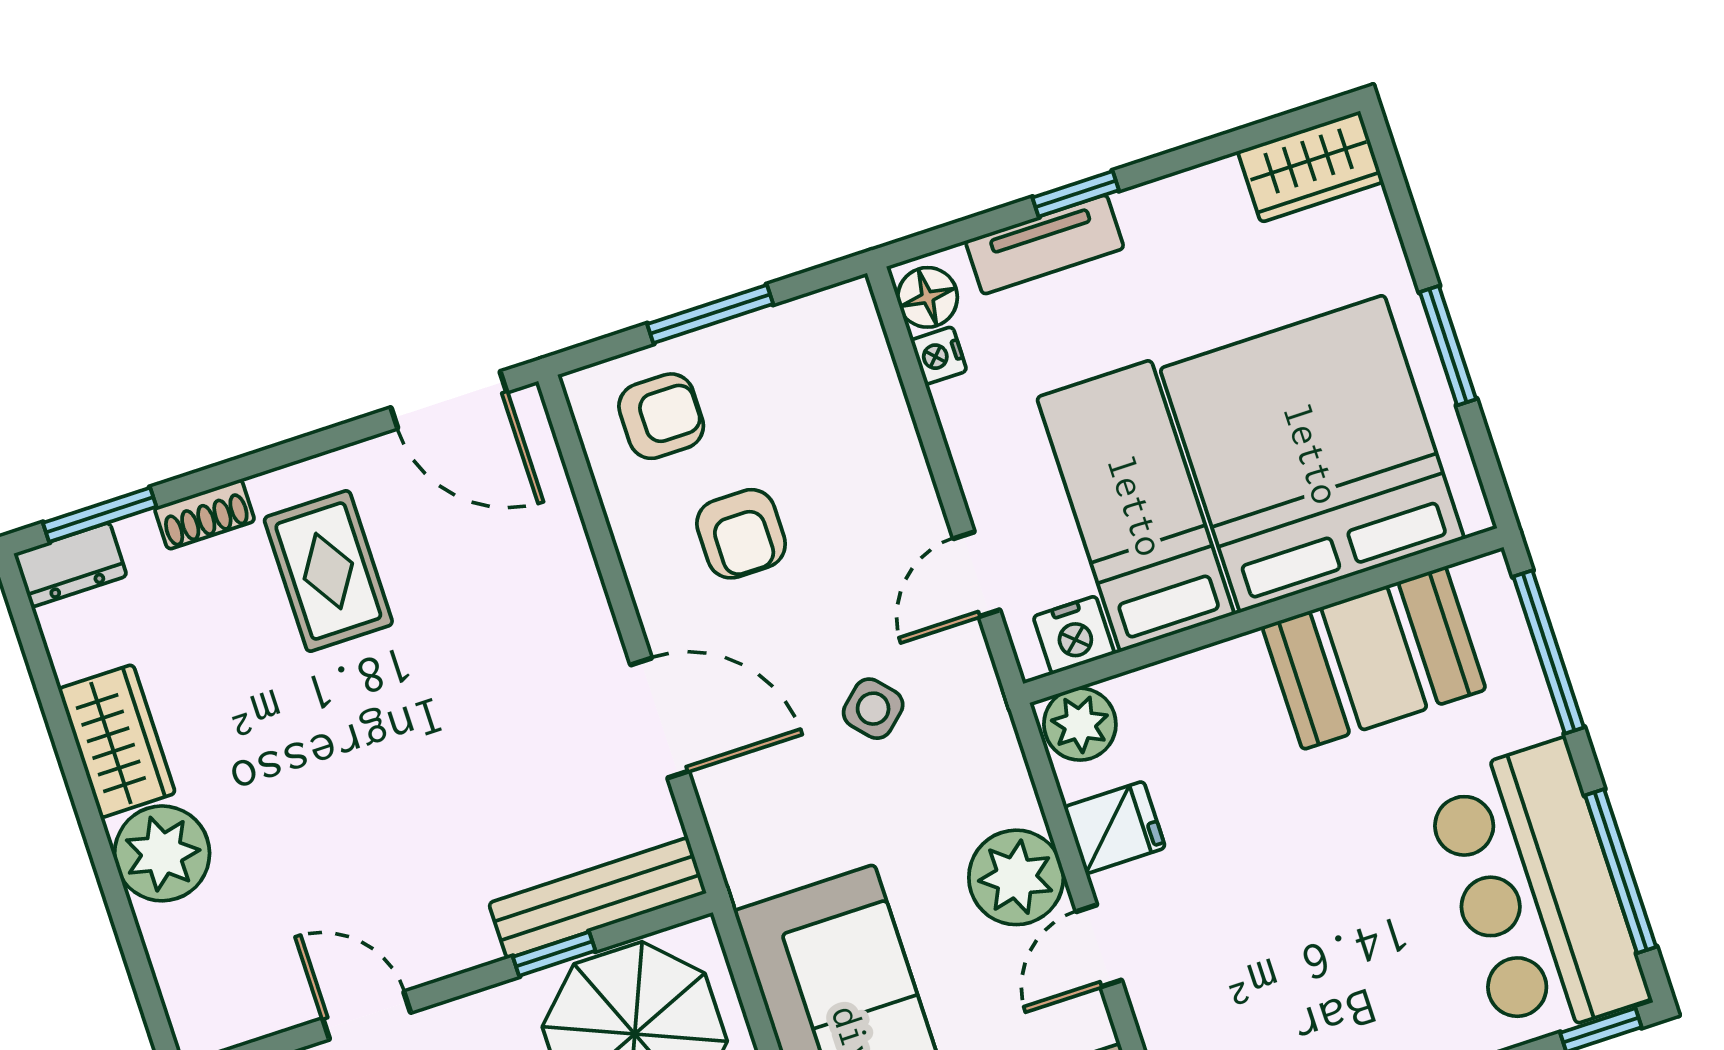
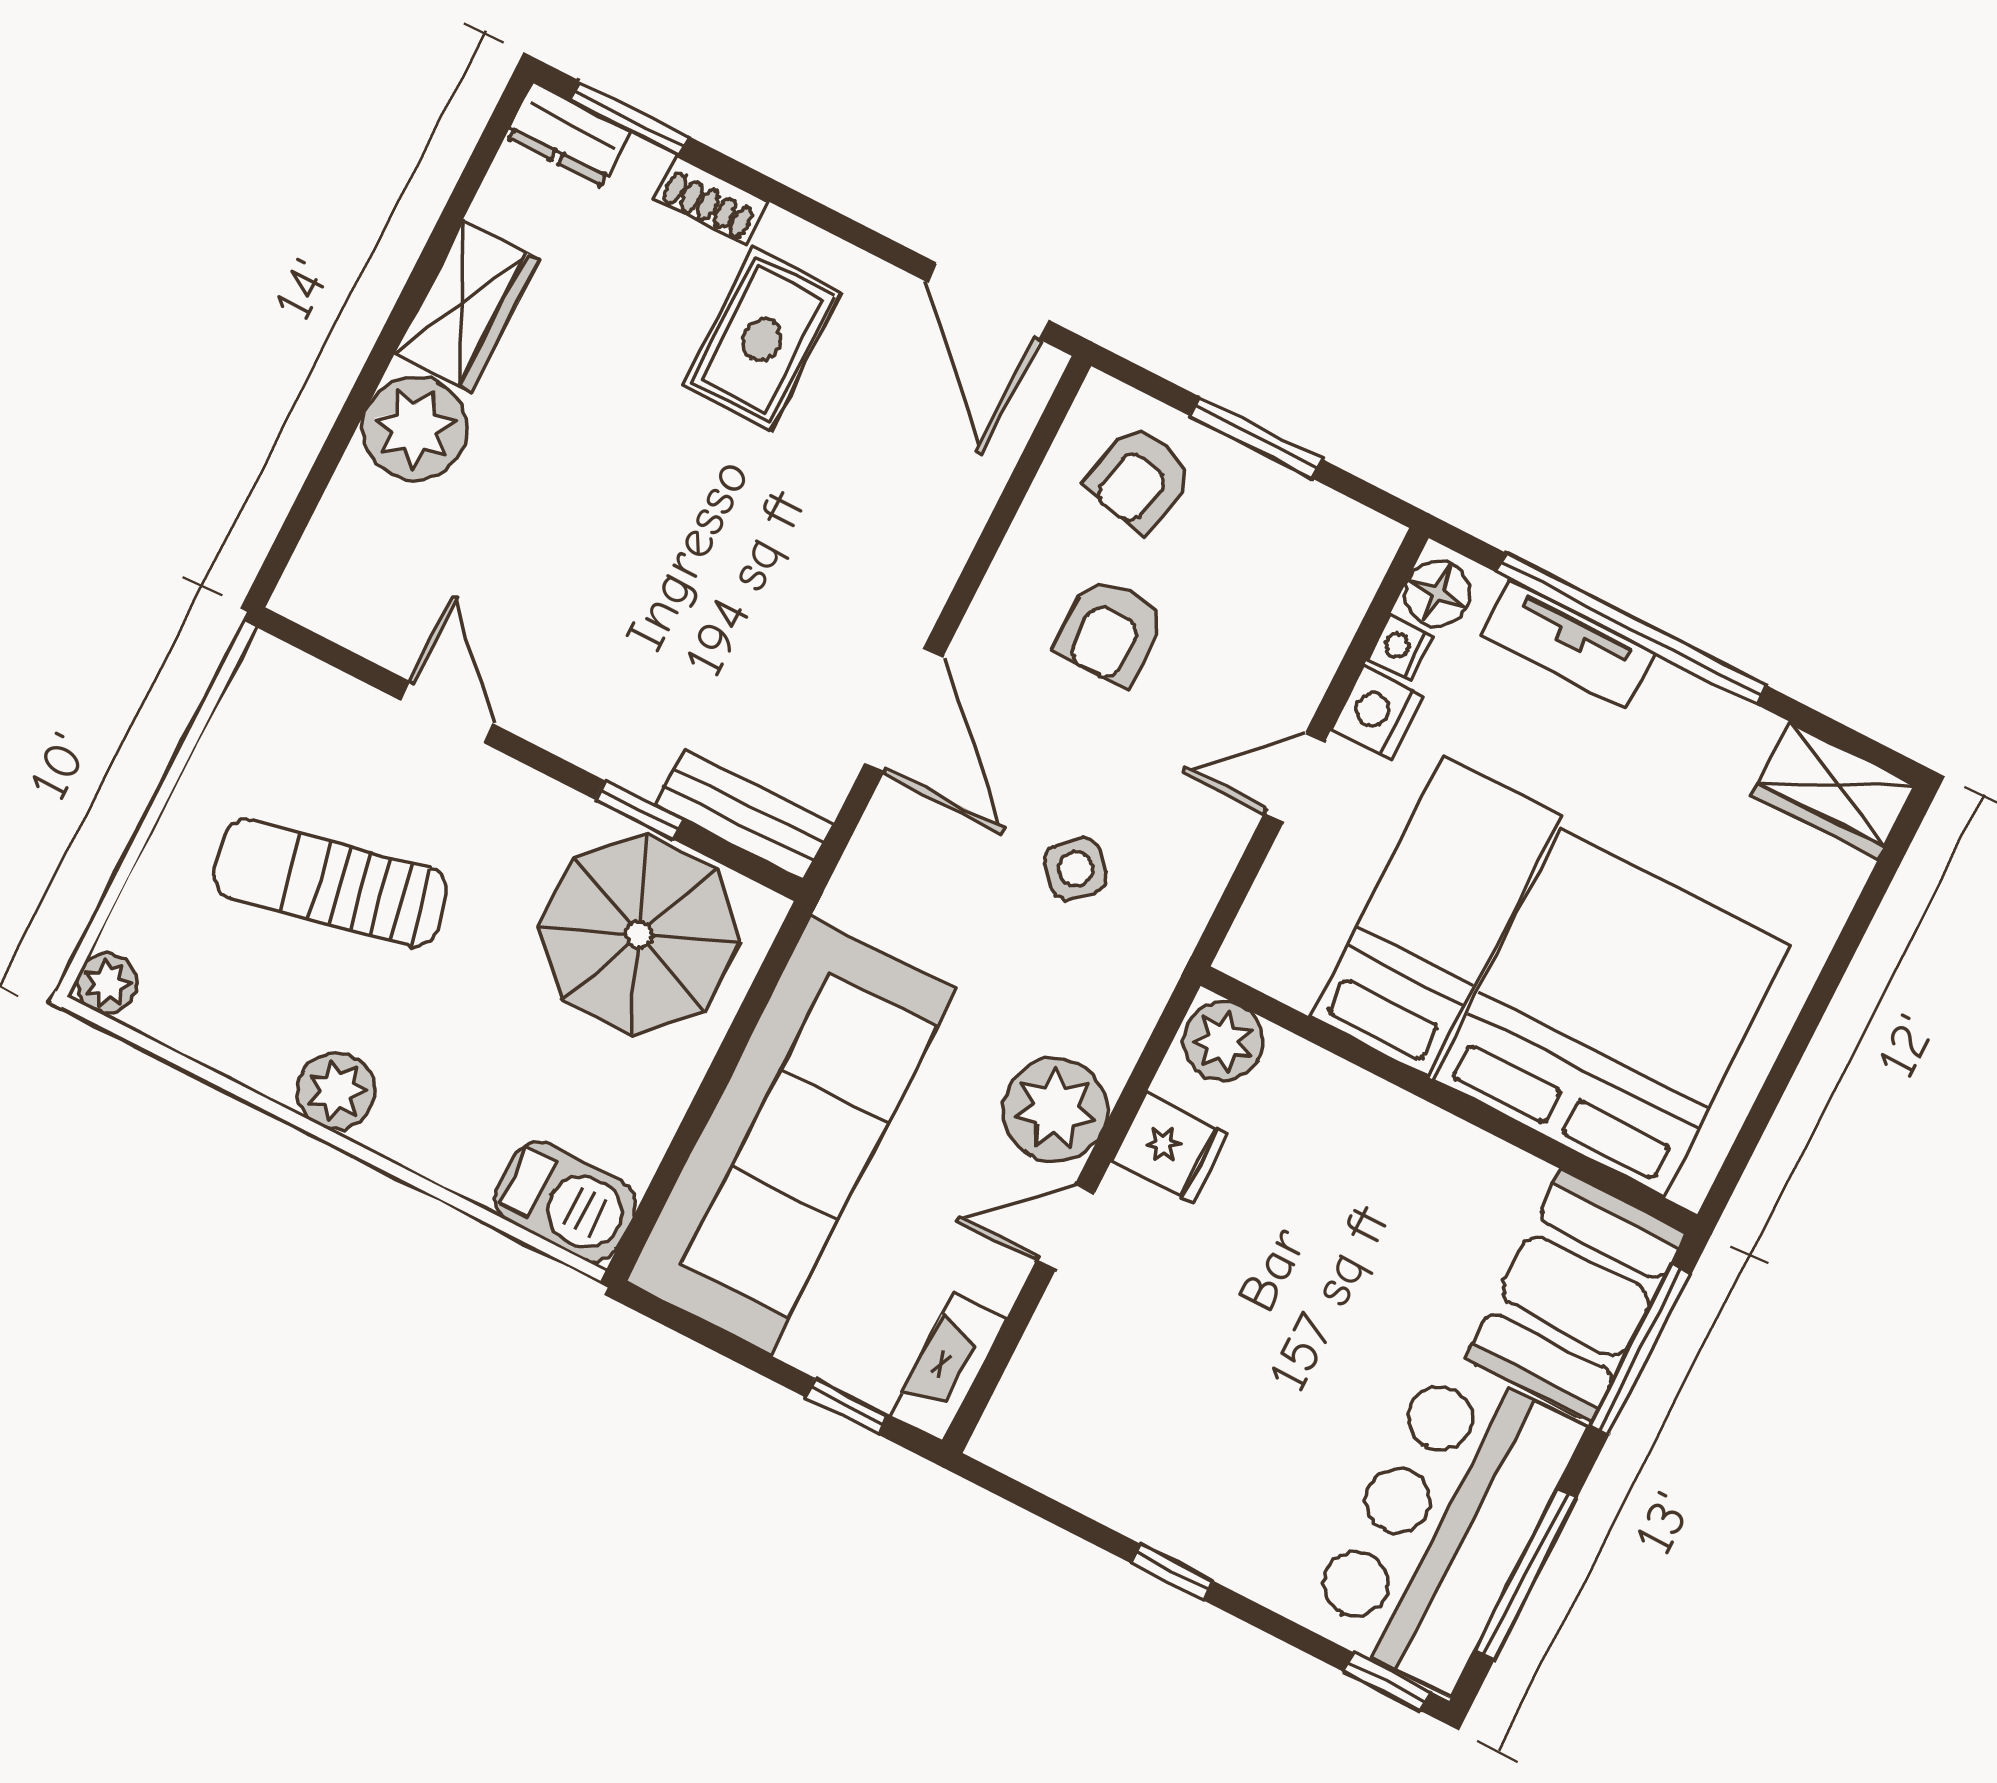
window: (1076, 194) -> (1632, 629), width x3.17
window: (1448, 346) -> (1801, 1035), removed
armchair: (661, 416) -> (1139, 478), turned 103
door: (977, 574) -> (1294, 778), moved
nightstand: (1074, 635) -> (1378, 712), moved, turned 90
booth: (1374, 658) -> (1576, 1296), moved, turned 90
bench: (598, 898) -> (743, 815), width x0.73

